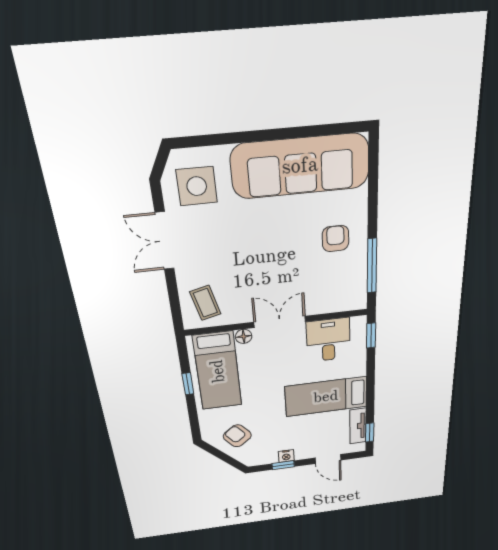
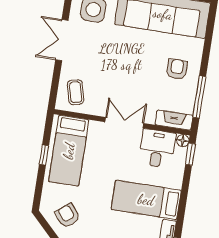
fireplace: (343, 302) -> (174, 120), added
floor lamp: (244, 336) -> (183, 141), moved

